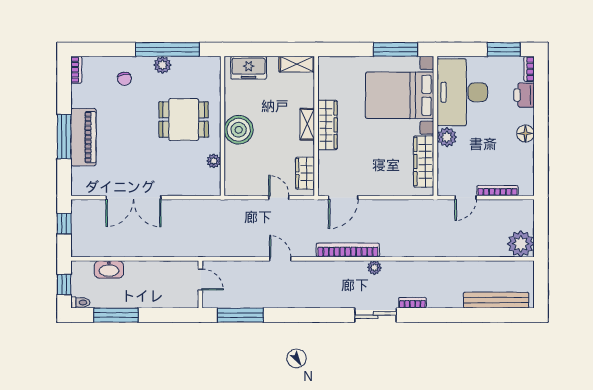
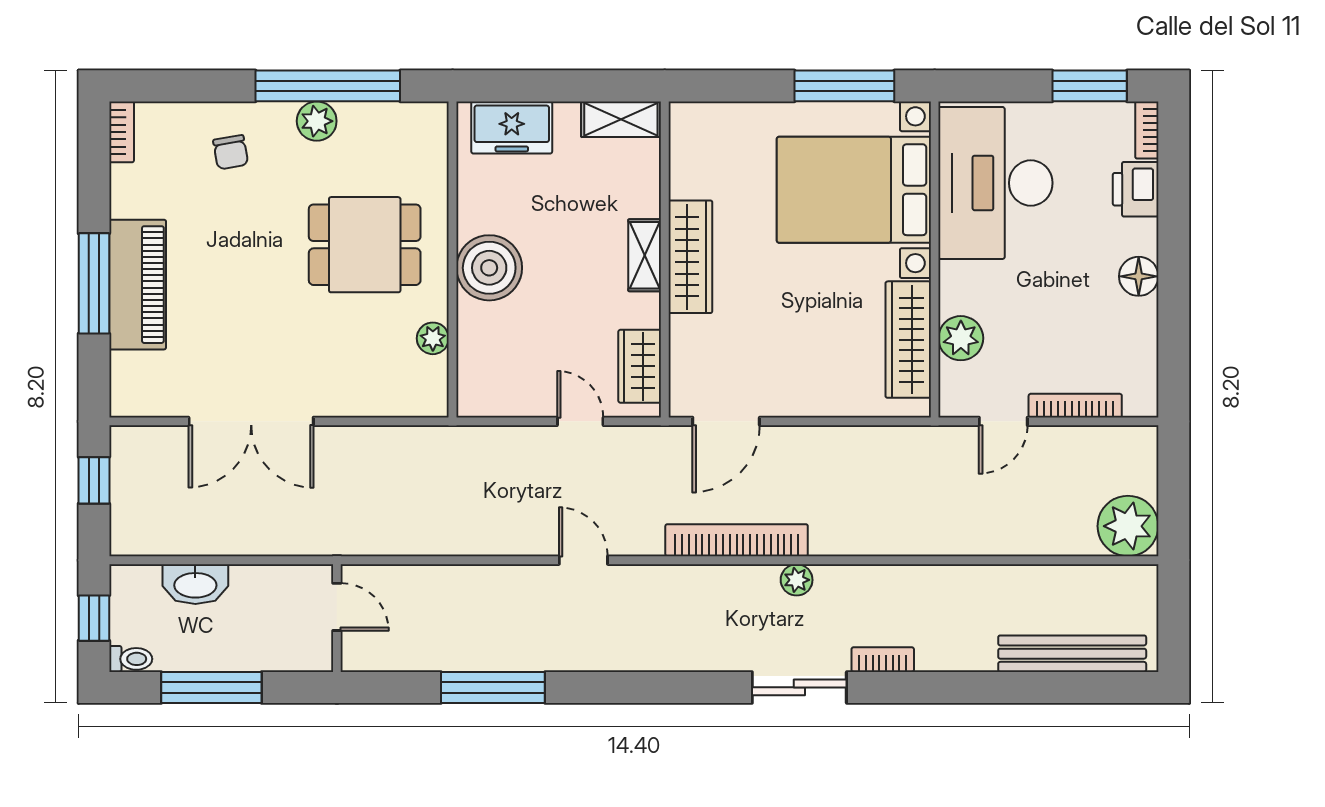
plant: (447, 137) -> (961, 338), moved
door: (200, 279) -> (337, 607), moved
wall: (200, 284) -> (337, 618), moved

